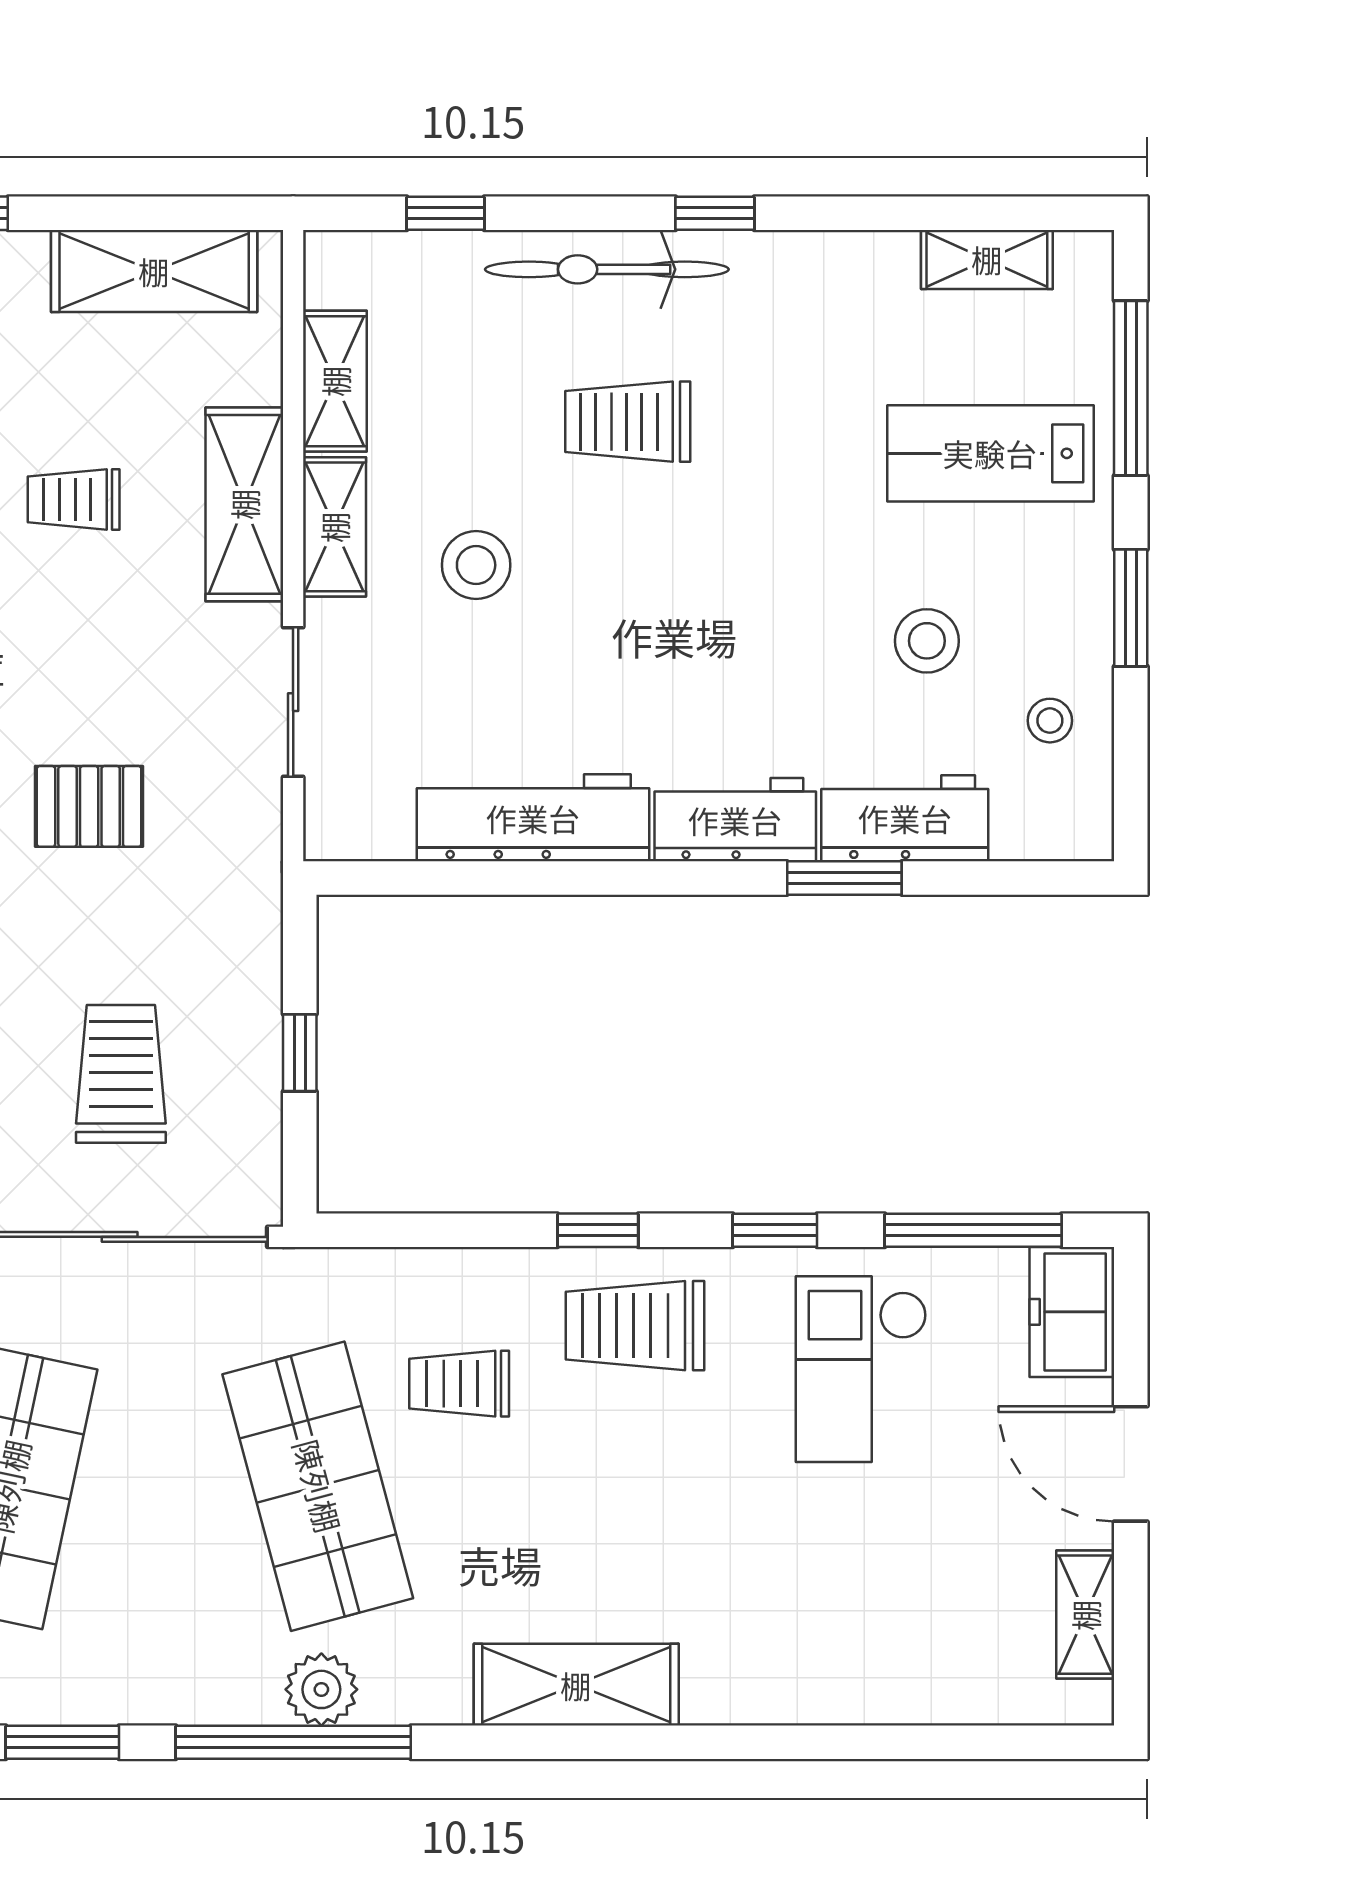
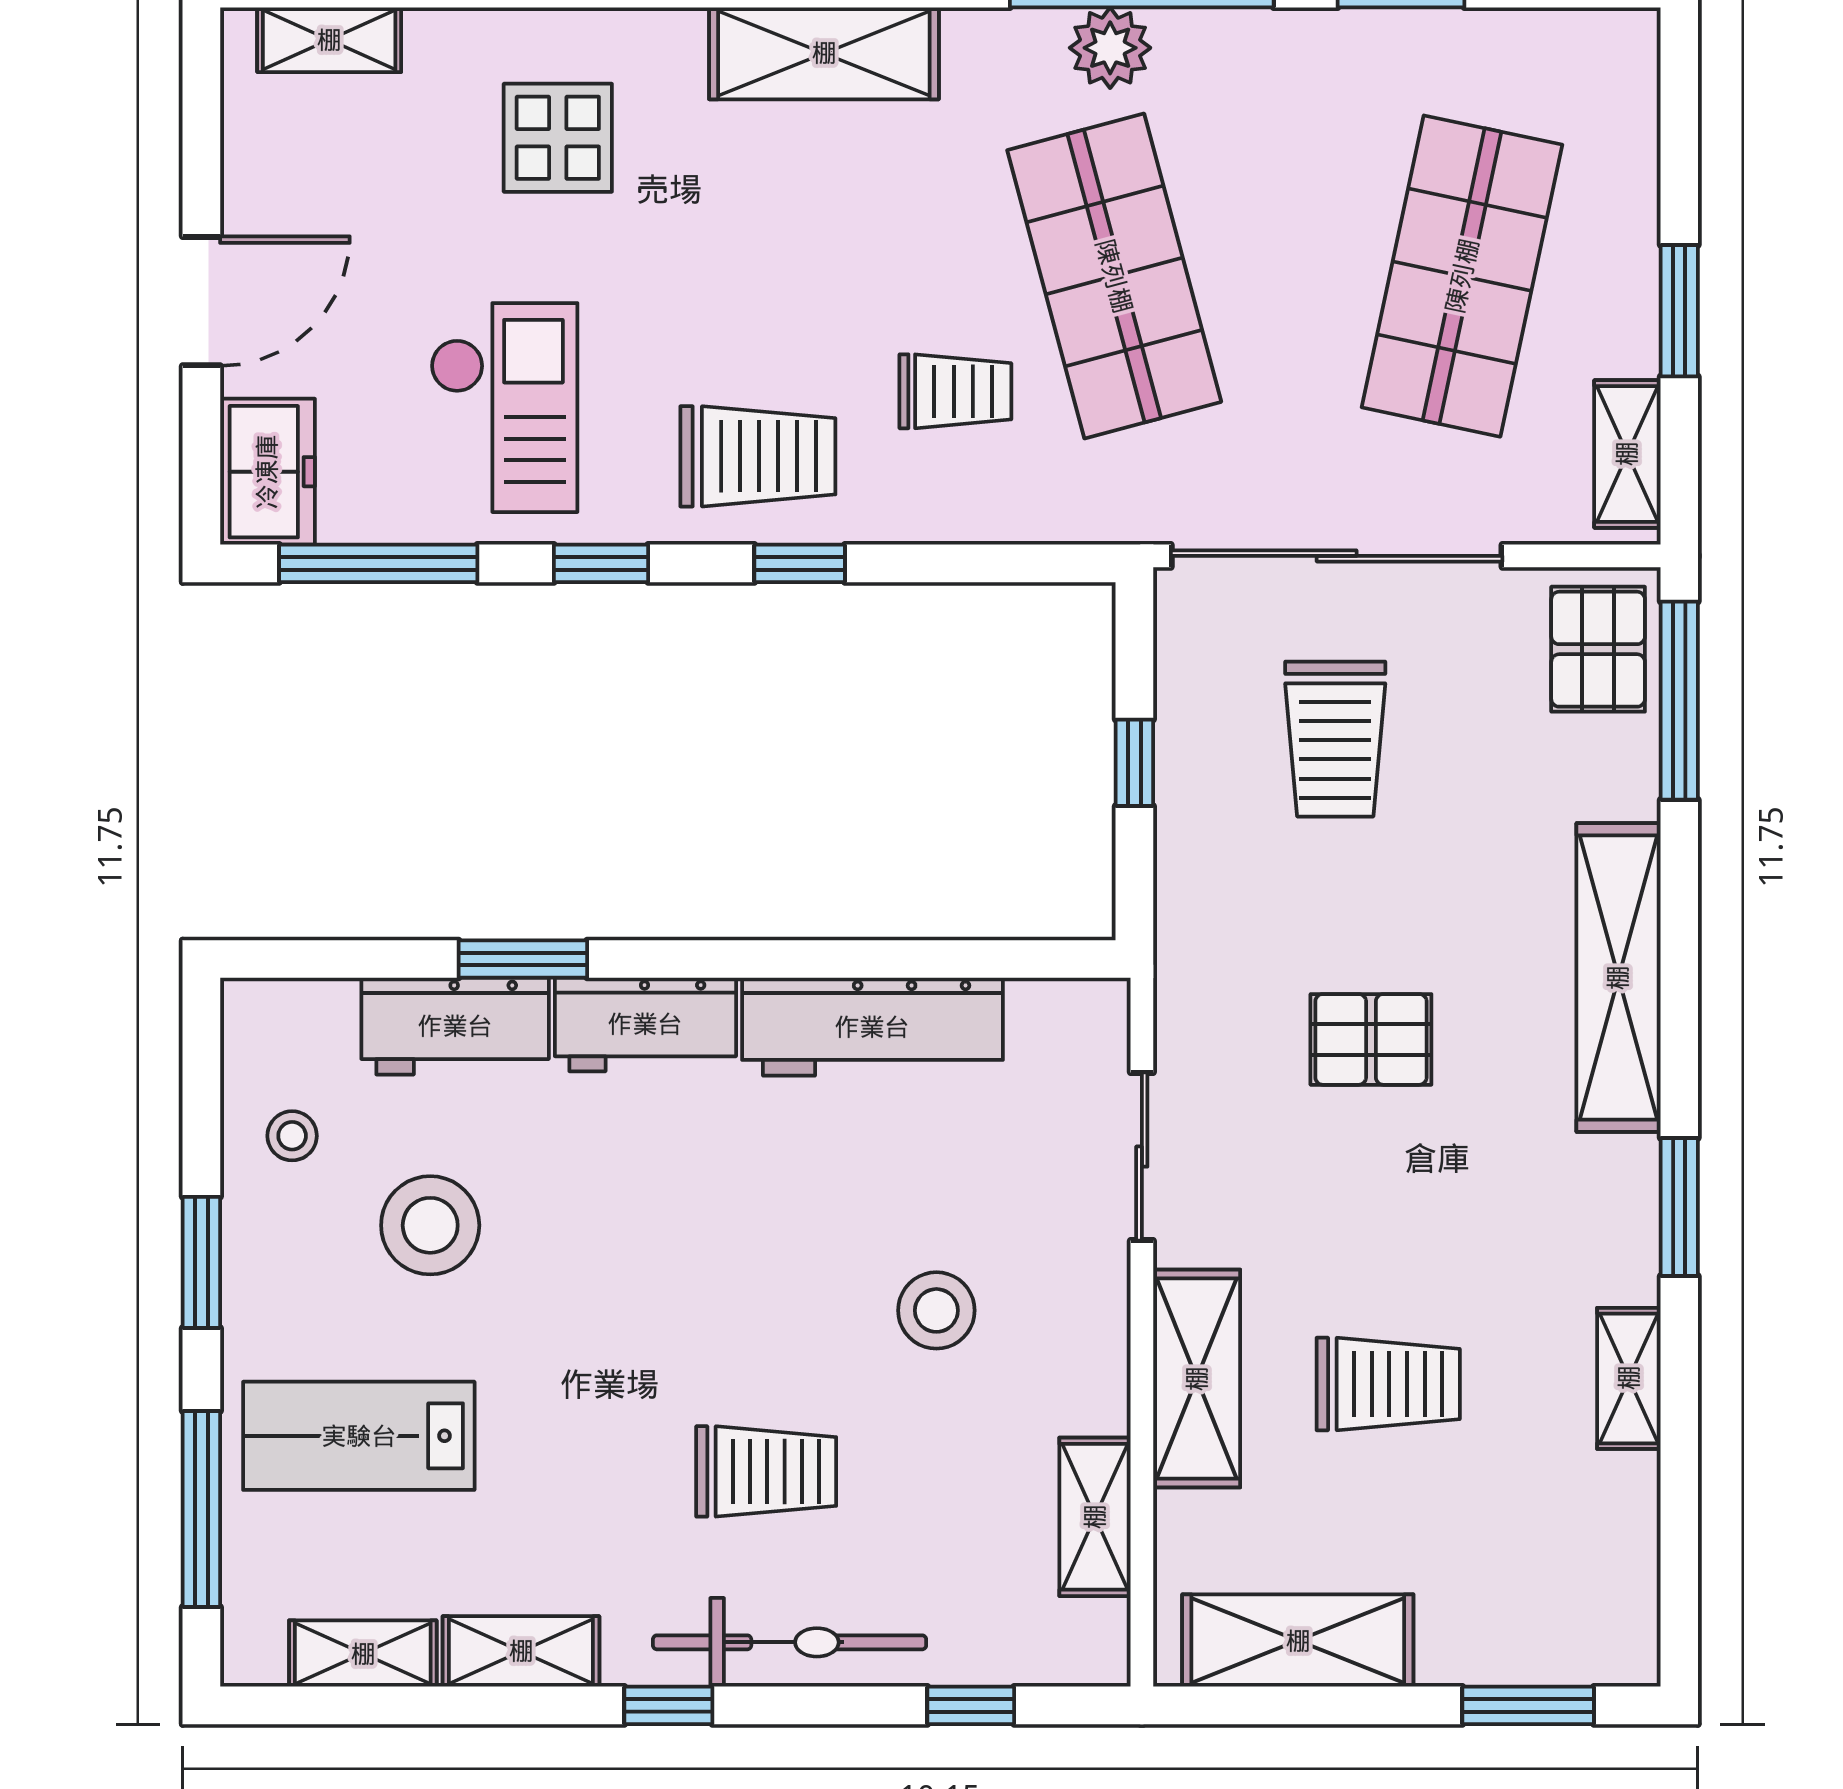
lab bench: (990, 453) -> (359, 1436), turned 180
trolley: (74, 499) -> (1388, 1384), width x1.36, depth x1.39
shelving: (334, 527) -> (521, 1651), moved, turned 90
stool: (927, 641) -> (430, 1225), width x1.38, depth x1.38
door: (1131, 1464) -> (201, 301), hinge flipped
display table: (813, 1609) -> (558, 138), added
shelving: (1085, 1615) -> (329, 40), moved, turned 90

